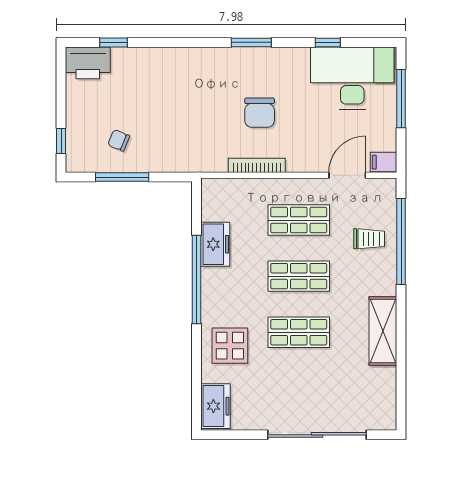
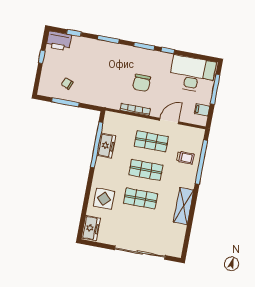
window: (181, 42) -> (108, 39), added
window: (328, 42) -> (168, 51), moved
window: (61, 141) -> (42, 57), moved
filing cabinet: (383, 162) -> (202, 110), moved
door: (347, 175) -> (169, 121), moved
window: (197, 279) -> (97, 145), moved

